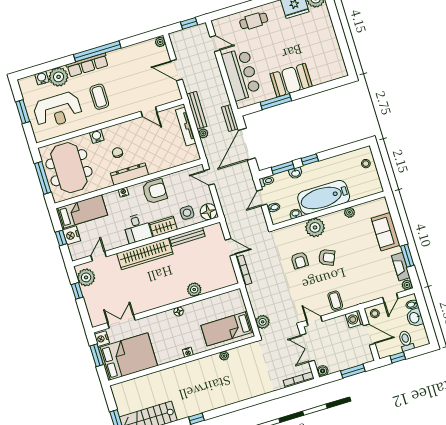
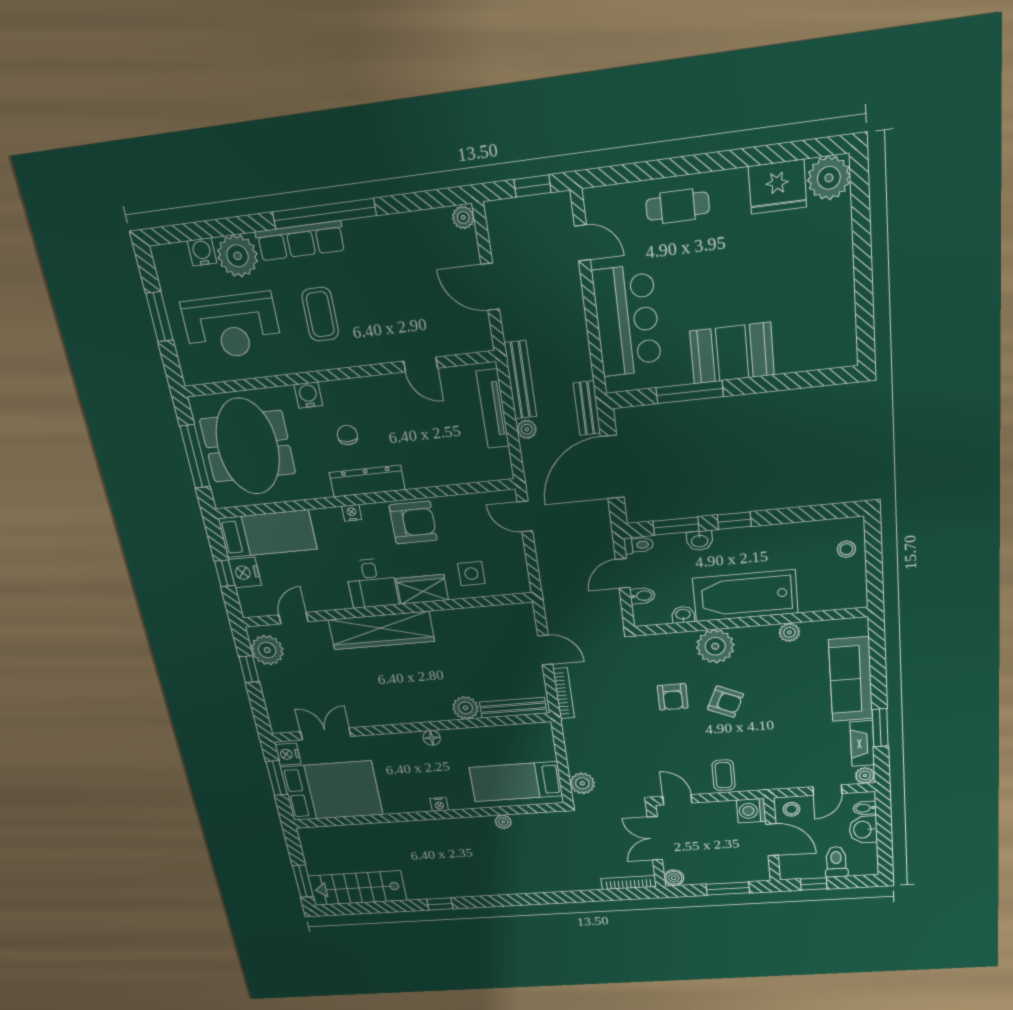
floor lamp: (209, 212) -> (514, 580), removed
sofa: (386, 232) -> (851, 679), width x1.36
bench: (187, 237) -> (513, 708), moved

